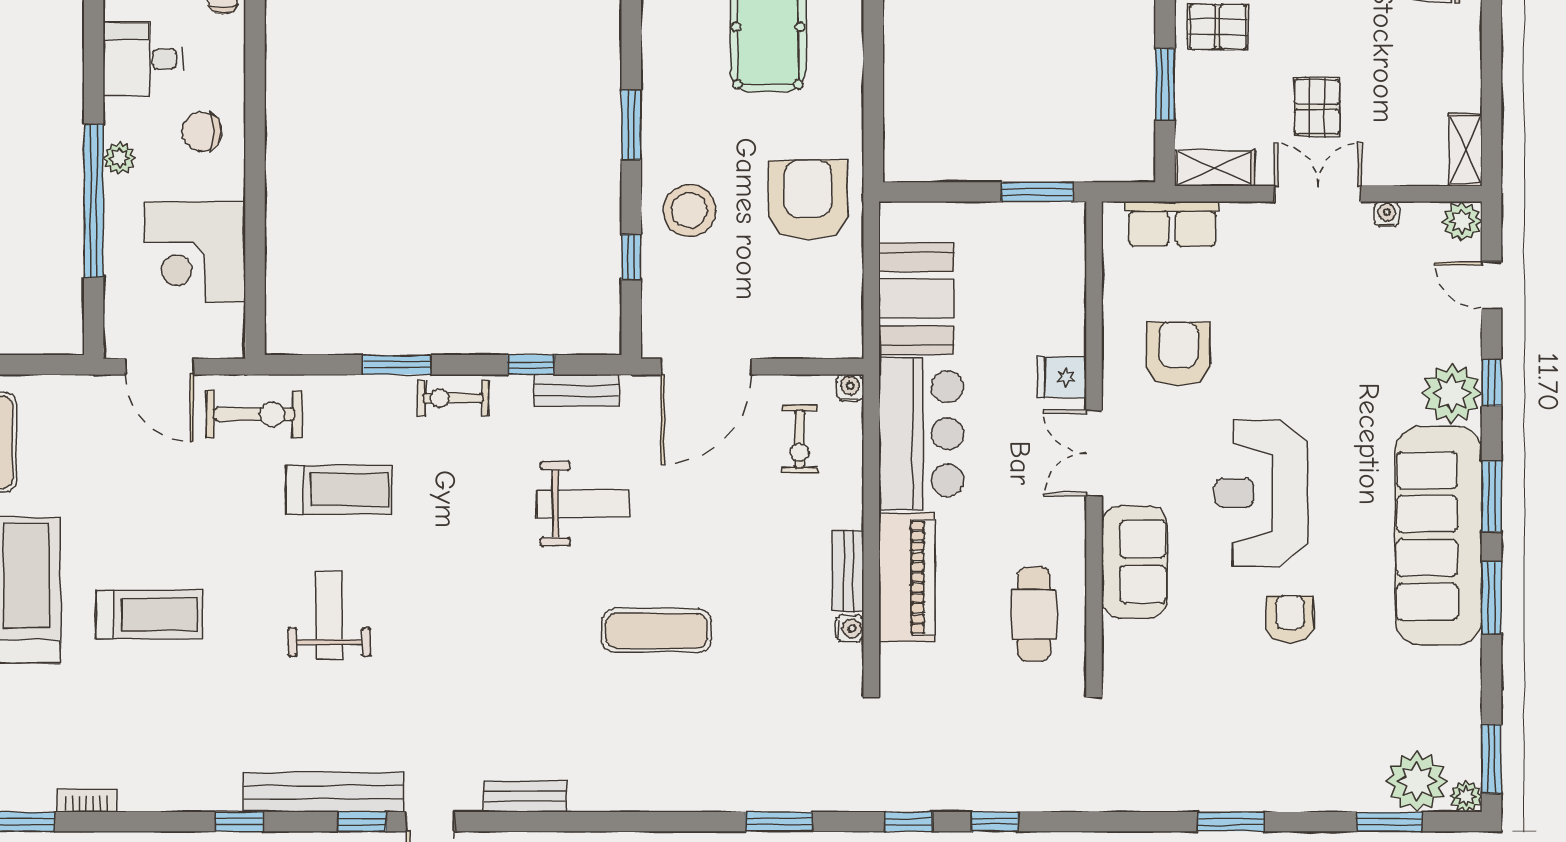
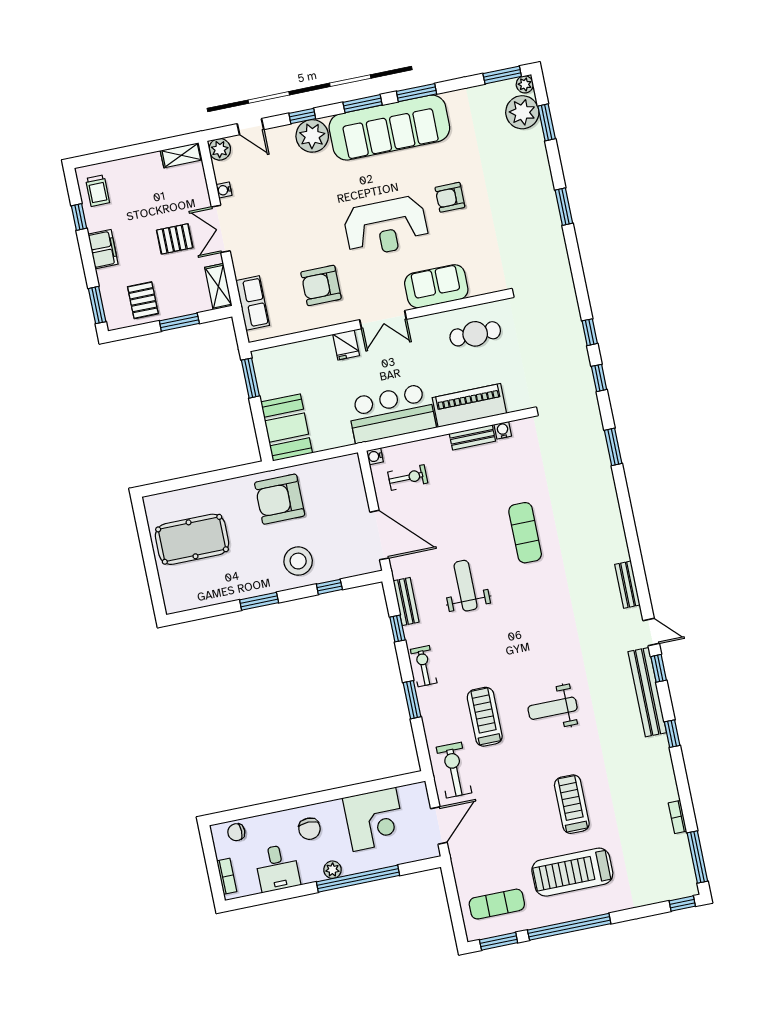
door: (1491, 285) -> (251, 127), hinge flipped
booth: (916, 299) -> (287, 428), moved, turned 90
exercise bike: (453, 398) -> (424, 666), turned 180

